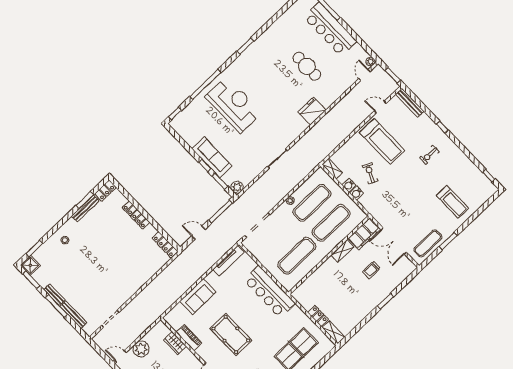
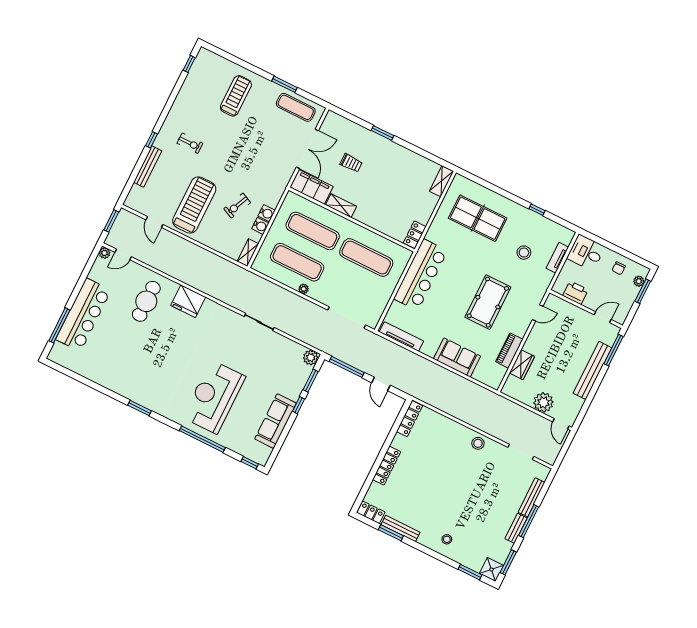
cafe table: (307, 66) -> (146, 301), moved
bench: (410, 103) -> (148, 167), moved
sofa: (212, 157) -> (276, 421), moved
stool: (128, 289) -> (478, 443), added
locker: (318, 316) -> (415, 235), moved

